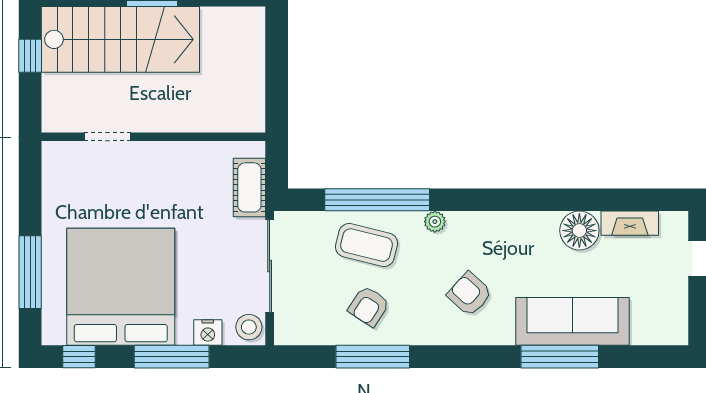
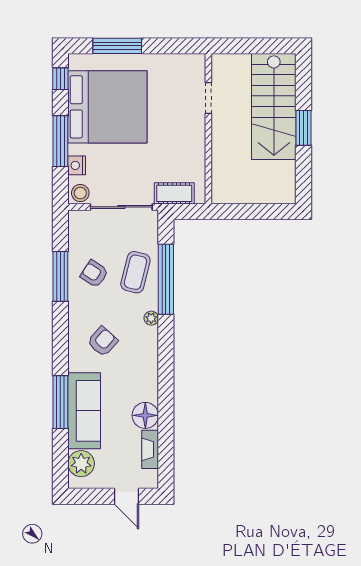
window: (30, 56) -> (263, 46), removed
plant: (651, 326) -> (81, 464), added

